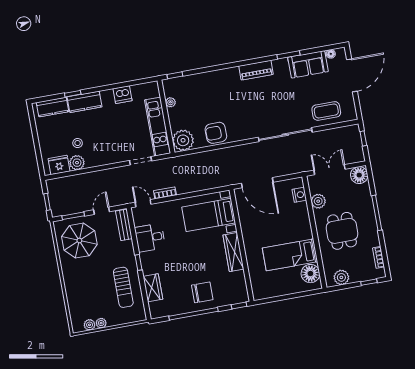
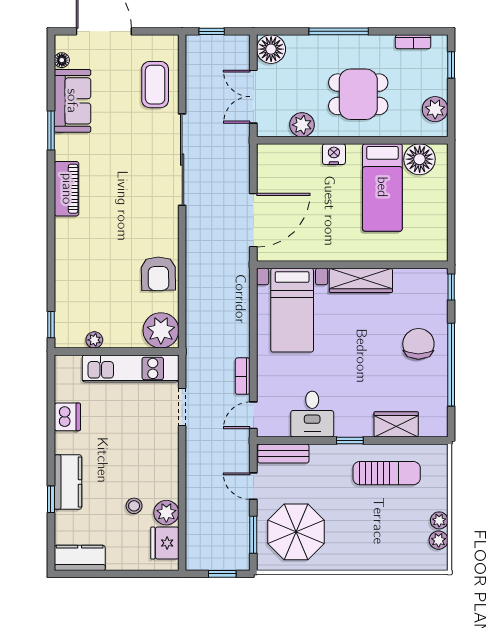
kitchen counter: (53, 107) -> (80, 558), moved, turned -90
nightstand: (299, 195) -> (334, 154), moved

